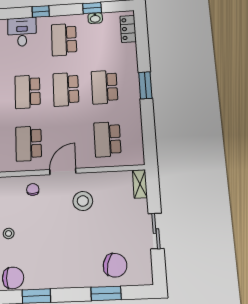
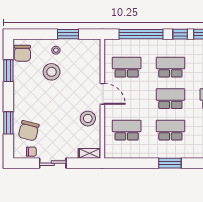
chair: (33, 189) -> (31, 152), moved
stool: (83, 201) -> (88, 119), moved
stool: (37, 238) -> (52, 72), added

